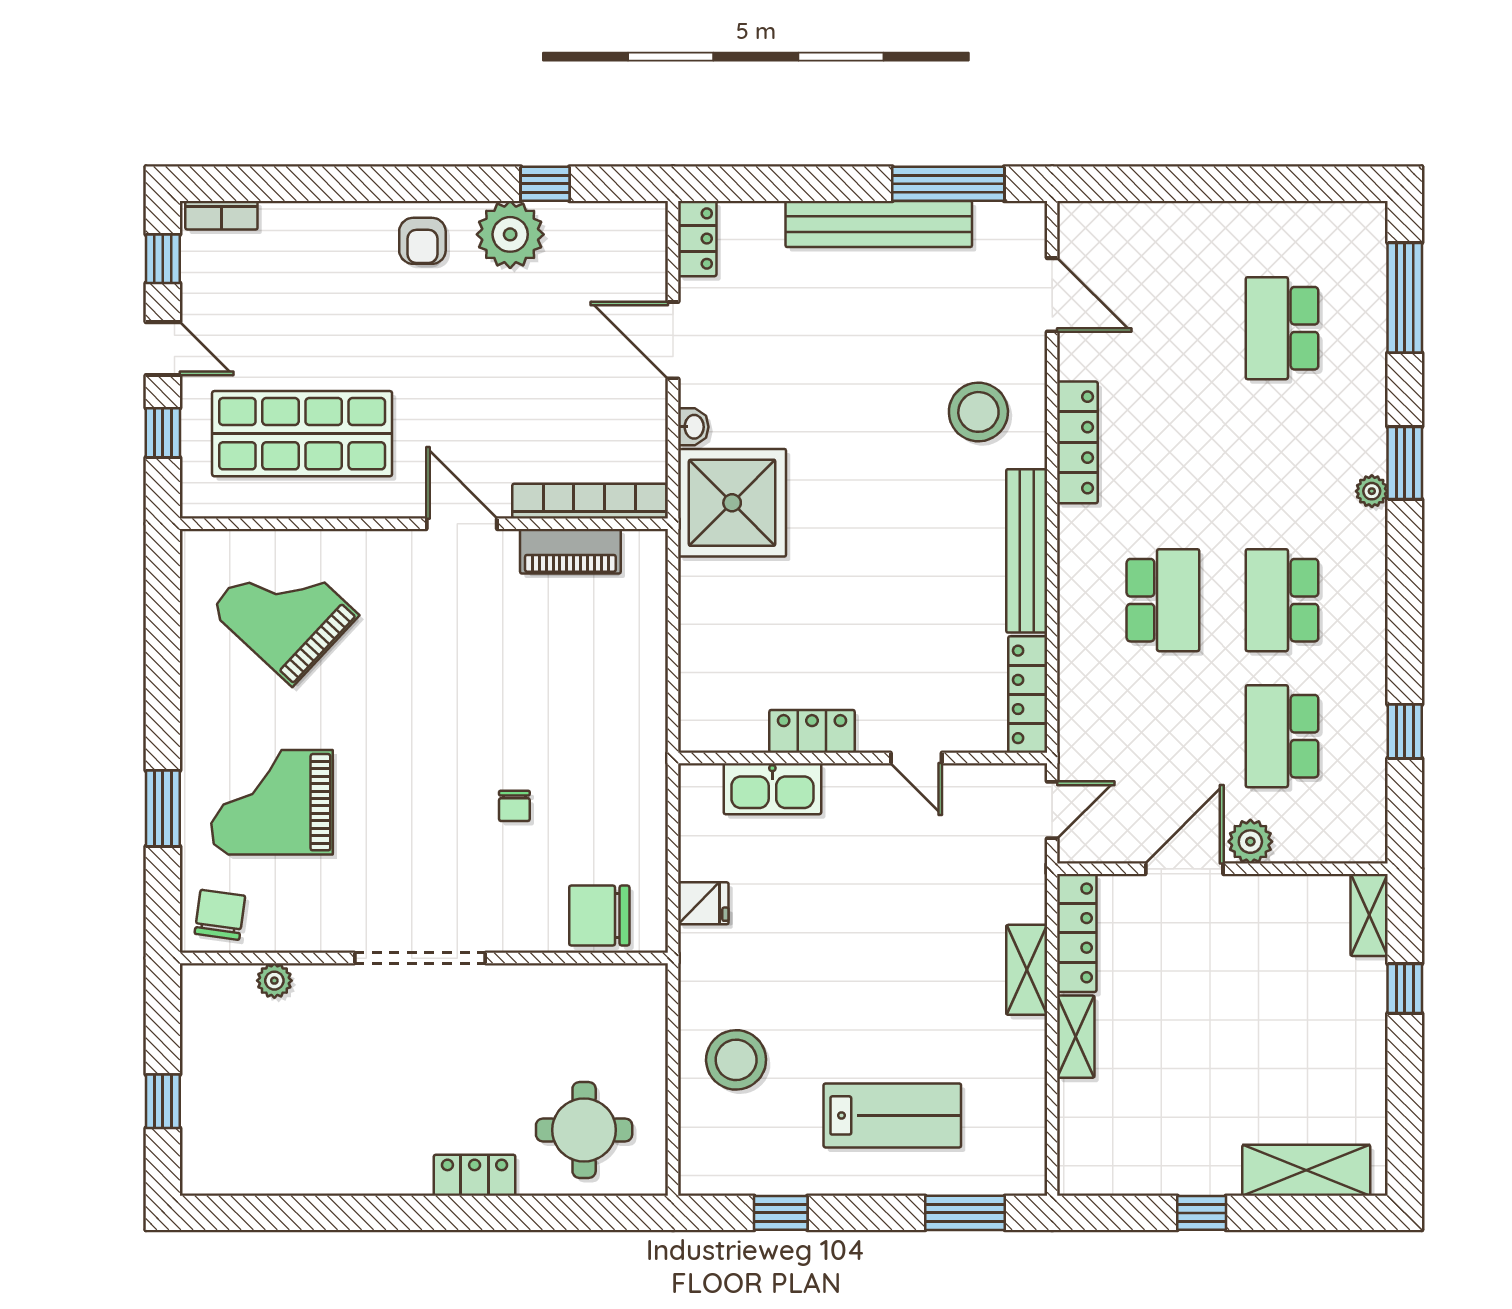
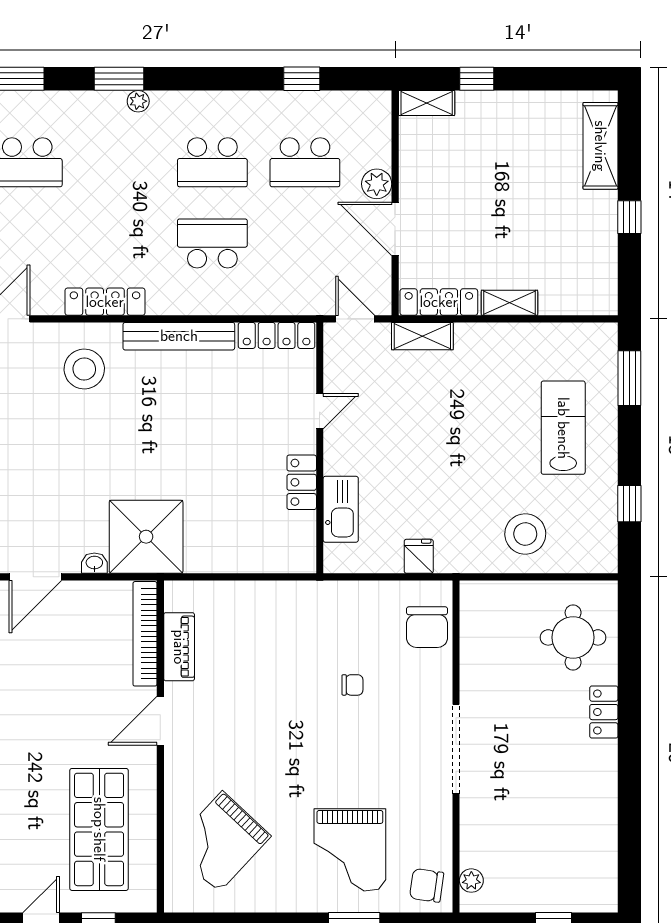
shelving: (1027, 970) -> (422, 336), moved
plant: (274, 981) -> (471, 881), moved

